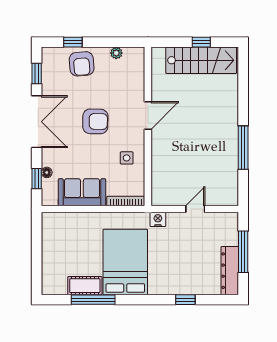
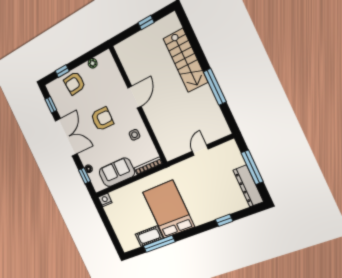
stairs: (201, 60) -> (185, 60), moved, turned 90
armchair: (82, 64) -> (75, 83), turned 90
nightstand: (158, 219) -> (105, 200), moved

